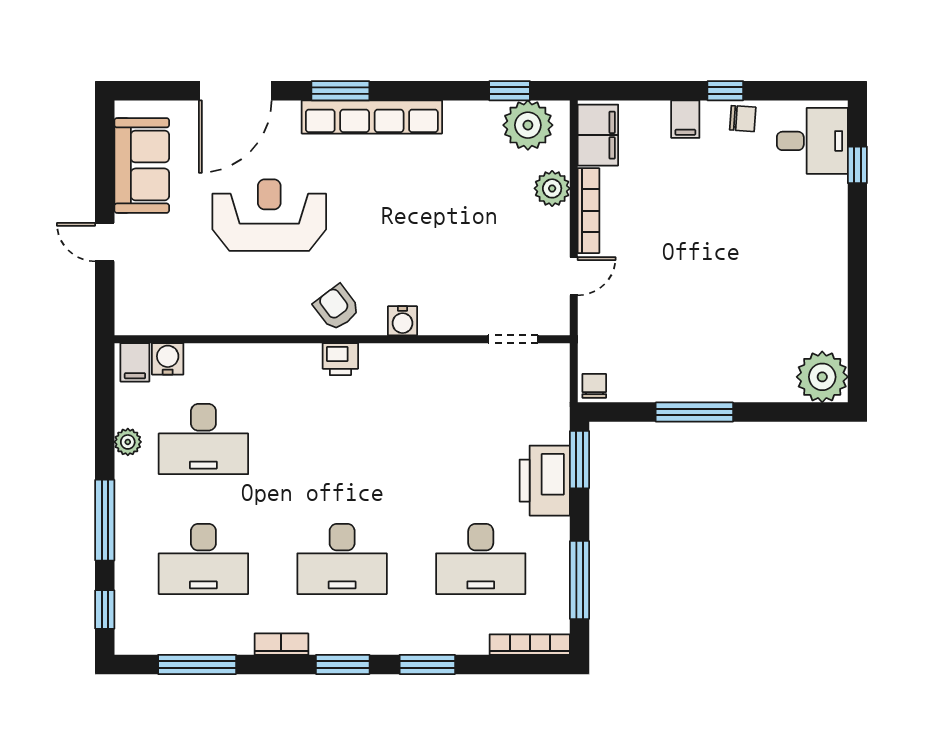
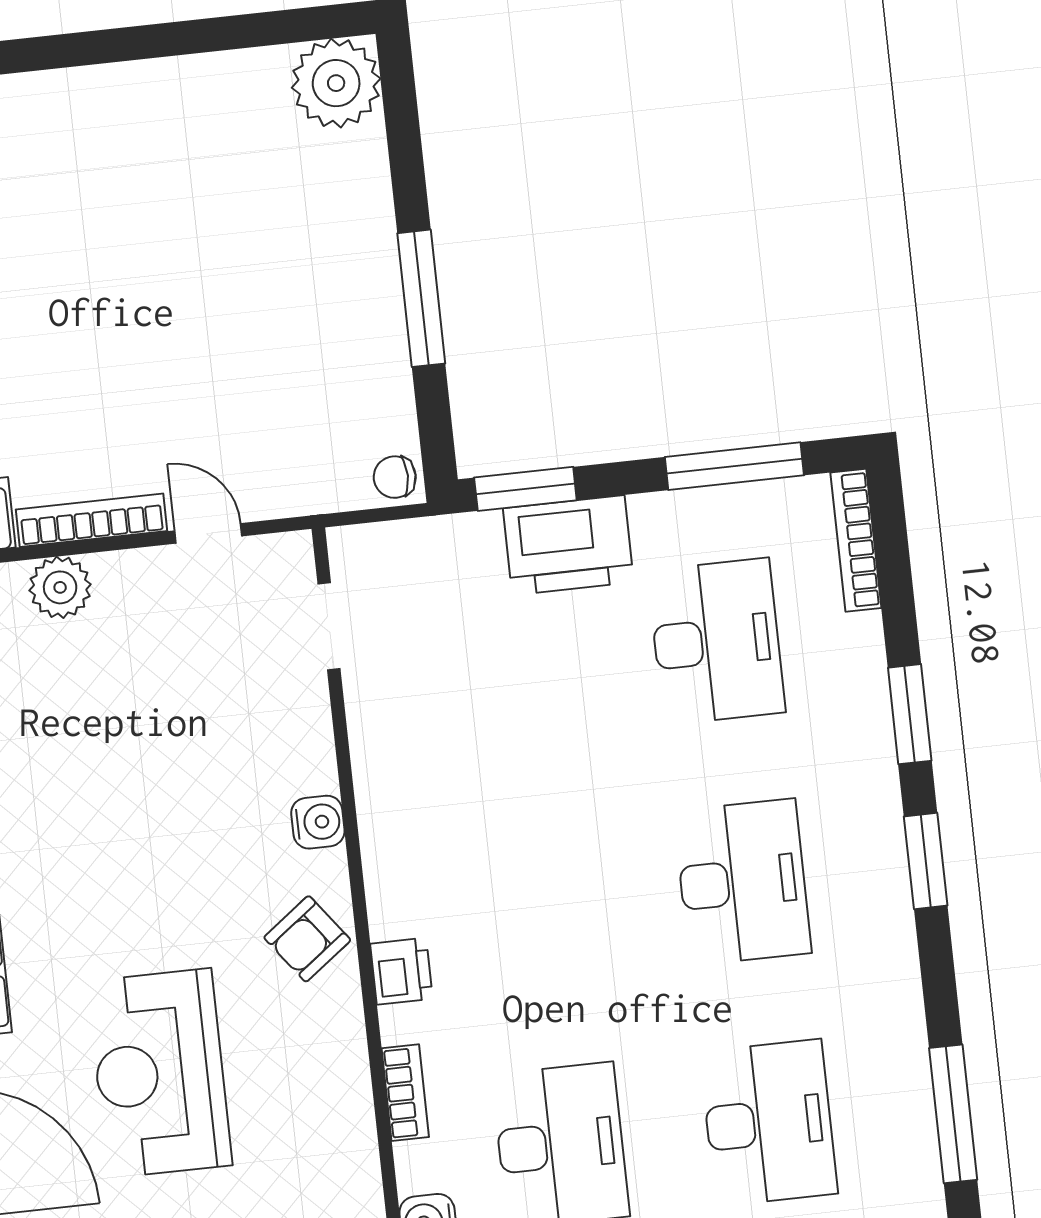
printer: (340, 359) -> (401, 971), moved
bookcase: (281, 644) -> (405, 1093), moved, turned 180

